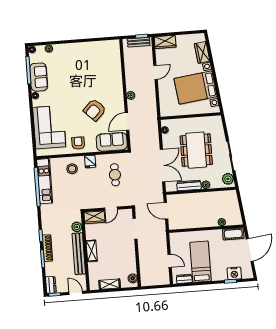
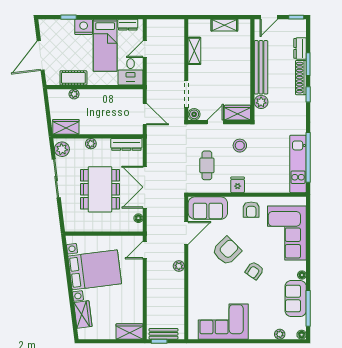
corner sofa: (93, 55) -> (223, 322), added
door: (155, 72) -> (145, 250), moved
armchair: (72, 96) -> (254, 271), added
double door: (162, 165) -> (145, 187), moved
stool: (72, 169) -> (240, 146), moved
dresser: (189, 186) -> (126, 144), moved
wardrobe: (226, 196) -> (66, 127), added
cot: (233, 234) -> (73, 78), moved
desk: (179, 243) -> (131, 72), added
shelving: (92, 251) -> (194, 51), moved
door: (170, 261) -> (145, 49), hinge flipped
nightstand: (234, 273) -> (84, 27), moved
boiler: (133, 278) -> (194, 114), moved
dresser: (51, 285) -> (300, 48), moved
door: (76, 293) -> (269, 17), hinge flipped

